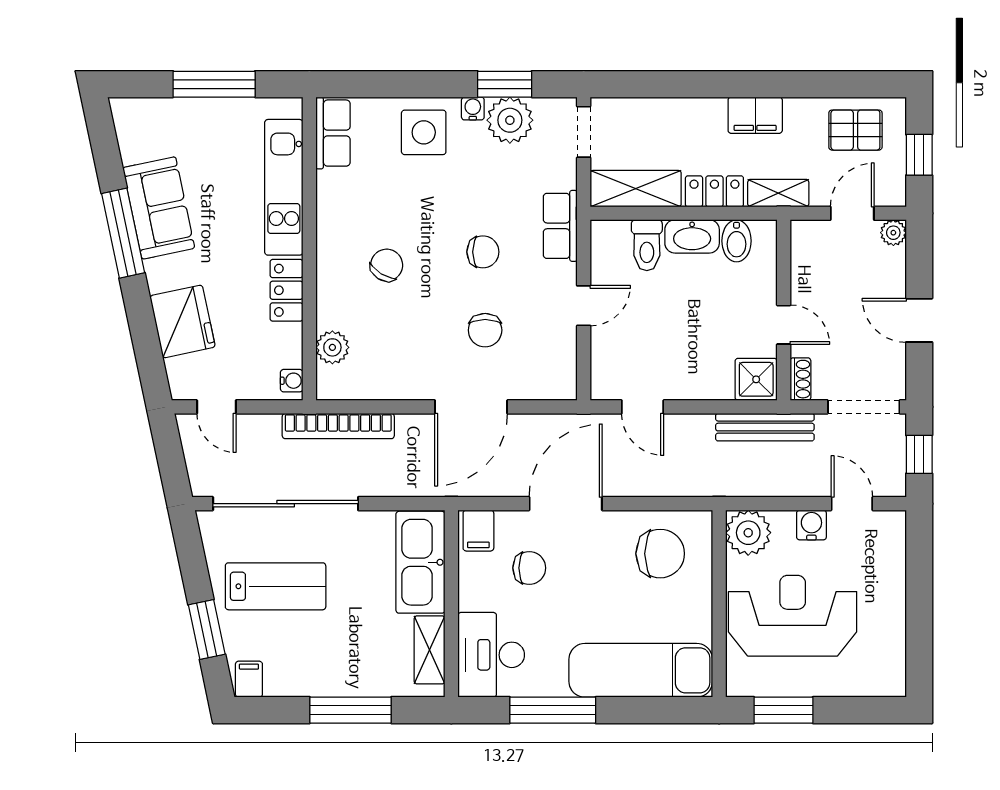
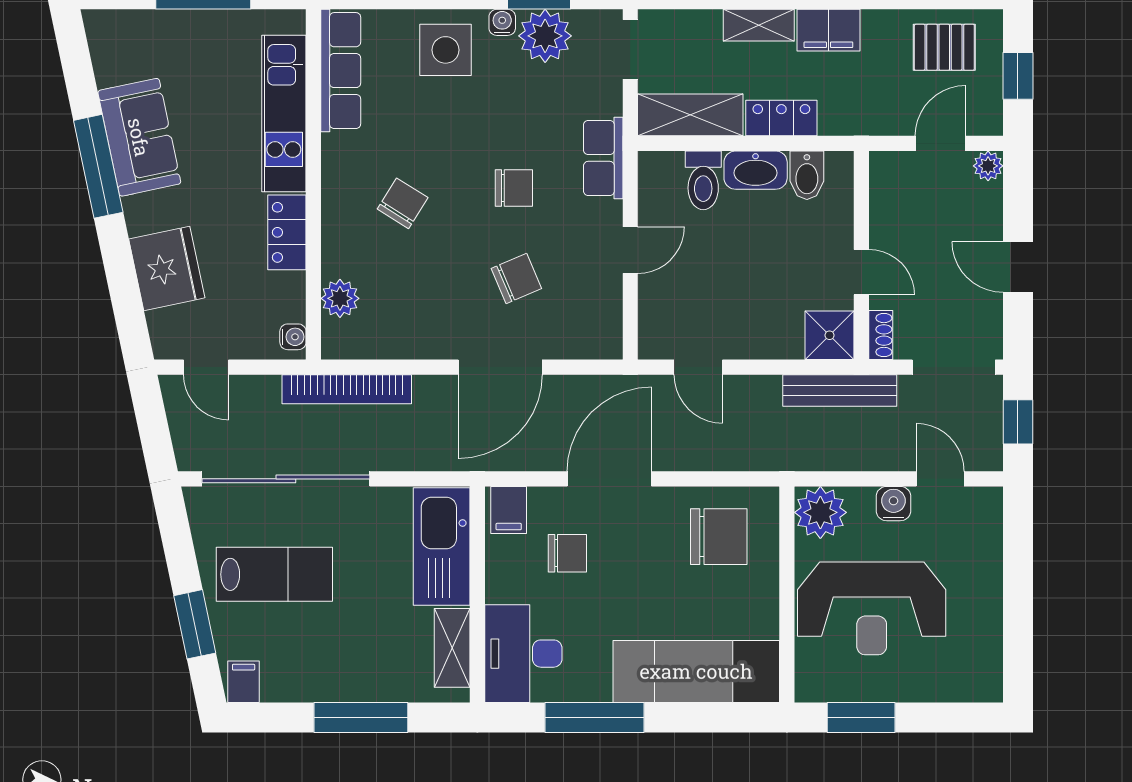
row of seats: (333, 133) -> (341, 71), width x1.48
shelving: (778, 193) -> (759, 25), moved
chair: (485, 330) -> (516, 278), turned -113
reception desk: (793, 616) -> (872, 608), turned 180

